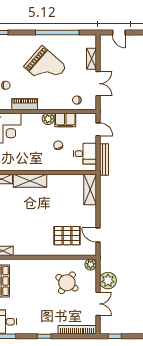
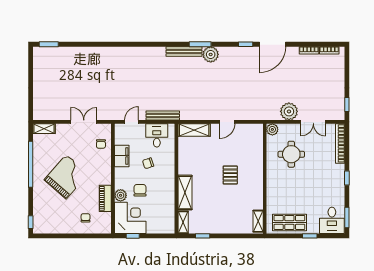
door: (119, 33) -> (31, 100), removed
shelving: (91, 59) -> (44, 129), moved
plant: (48, 119) -> (121, 195), moved
chair: (32, 138) -> (140, 190), added
door: (98, 235) -> (227, 122), moved
pallet: (67, 236) -> (230, 175), moved, width x0.67, depth x0.71
round table: (67, 283) -> (291, 154), turned -34
double door: (98, 304) -> (313, 122), swing flipped

